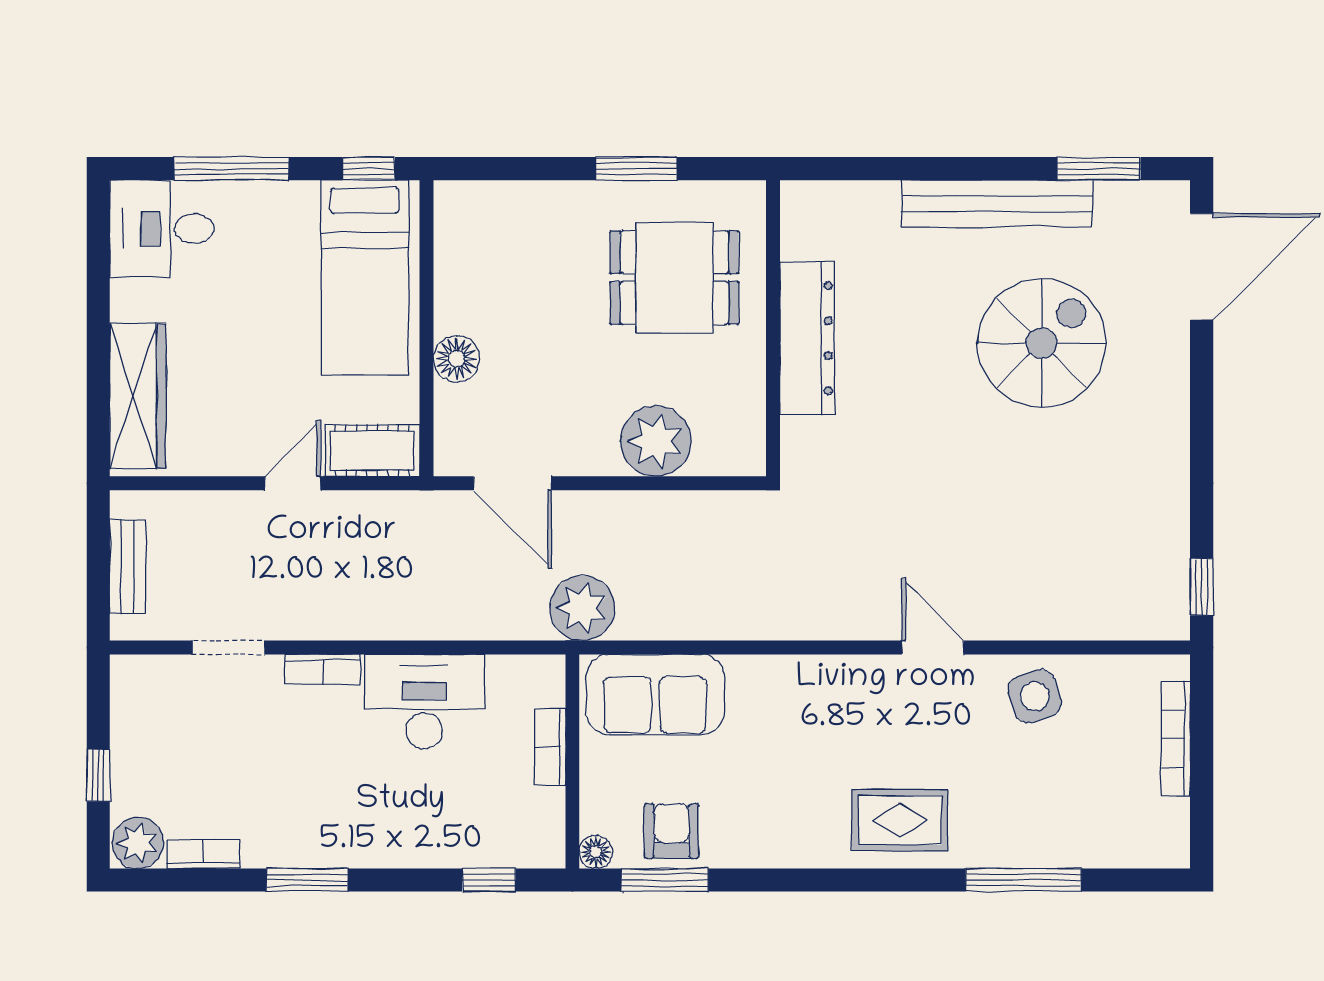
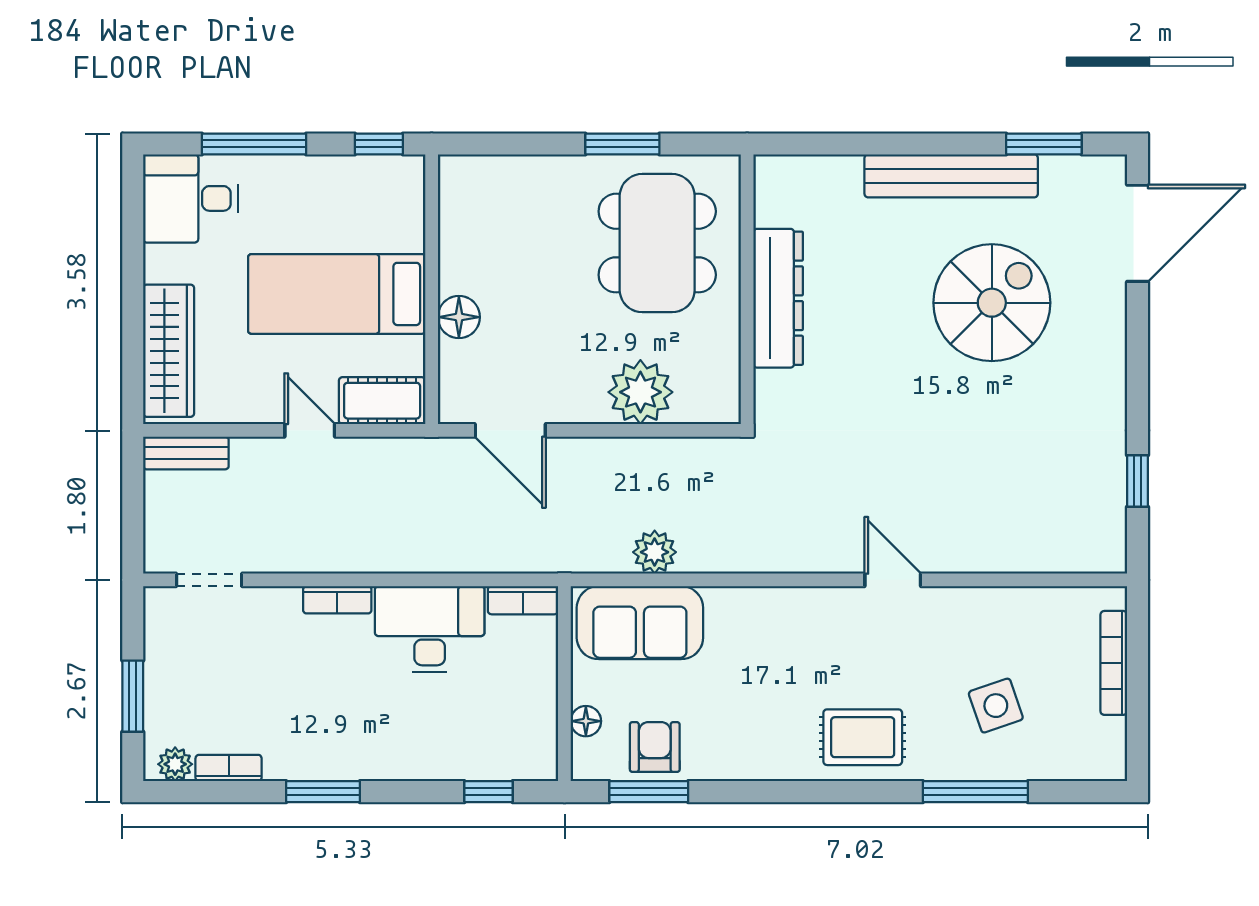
bed: (365, 277) -> (337, 294), moved, turned 90
dining table: (674, 278) -> (657, 243), width x1.38
door: (293, 483) -> (310, 430), hinge flipped
bench: (128, 567) -> (186, 453), moved, turned 90
window: (1202, 587) -> (1137, 481), moved
plant: (582, 608) -> (655, 552), moved, width x0.73, depth x0.73
doorway: (229, 647) -> (209, 580), moved
side table: (1035, 696) -> (996, 706), moved
bookcase: (550, 747) -> (523, 600), moved, turned -90
window: (98, 775) -> (133, 696), width x1.50
plant: (138, 843) -> (175, 764), width x0.73, depth x0.73
floor lamp: (596, 852) -> (586, 721), moved

